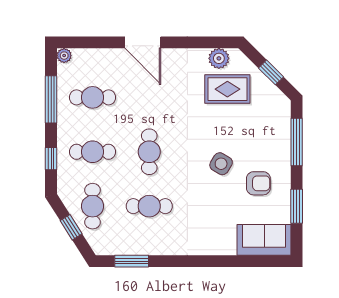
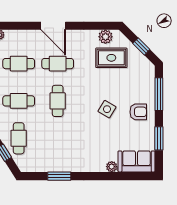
armchair: (258, 183) -> (138, 112), moved
cafe table: (149, 206) -> (58, 64), moved
plant: (228, 247) -> (112, 167), added
window: (132, 261) -> (59, 176), moved

